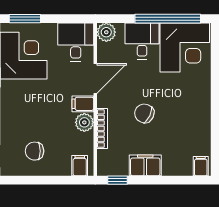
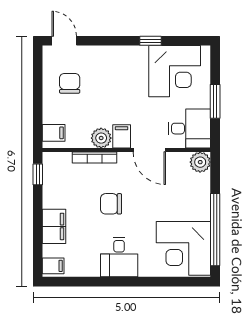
window: (25, 19) -> (215, 101), moved
desk: (142, 41) -> (119, 257), moved, turned 90
chair: (144, 113) -> (111, 204), turned -115
filing cabinet: (145, 165) -> (54, 226), moved

